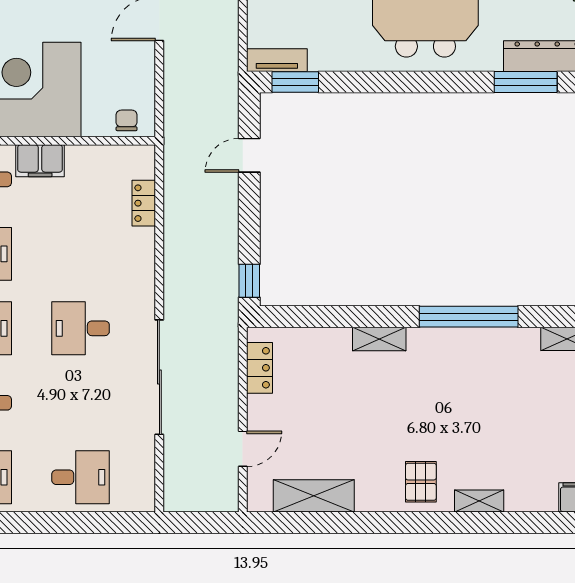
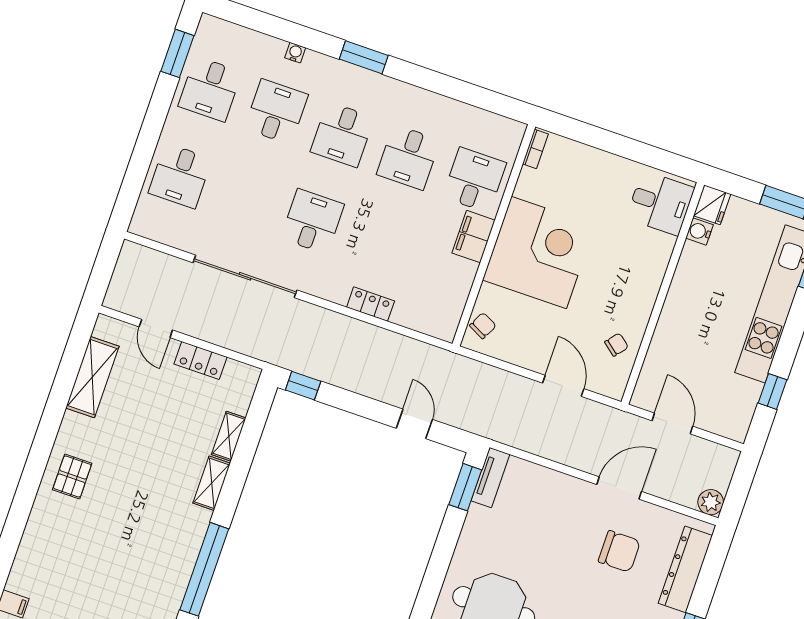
chair: (127, 120) -> (483, 326), turned -63
locker: (144, 203) -> (371, 304), moved
locker: (259, 368) -> (201, 360), moved
pallet: (421, 482) -> (72, 477), turned 90
shelving: (479, 501) -> (229, 436), moved

